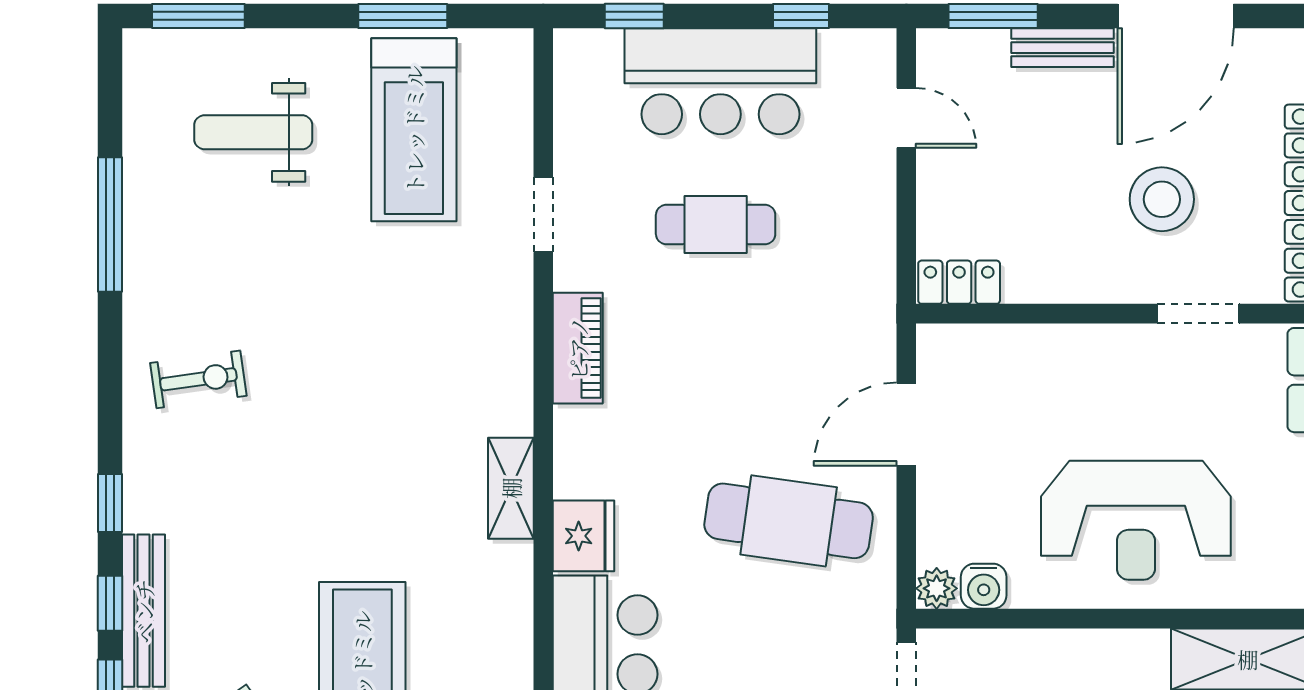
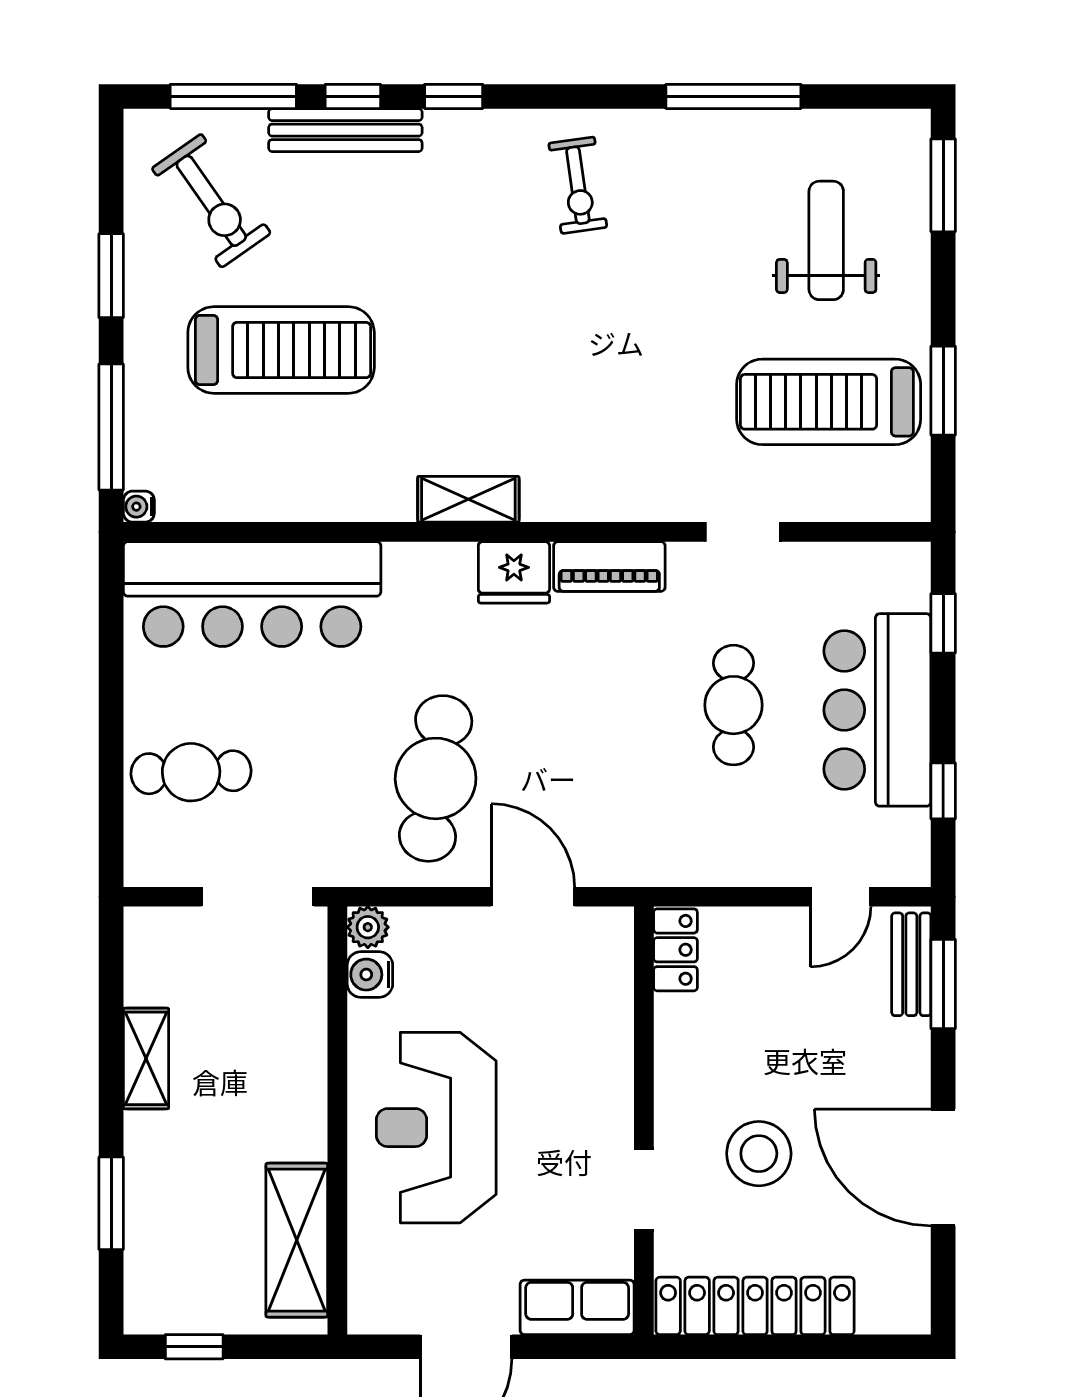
bench: (1062, 48) -> (911, 964), moved
fridge: (584, 536) -> (514, 572), moved

